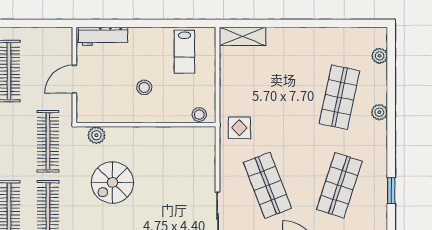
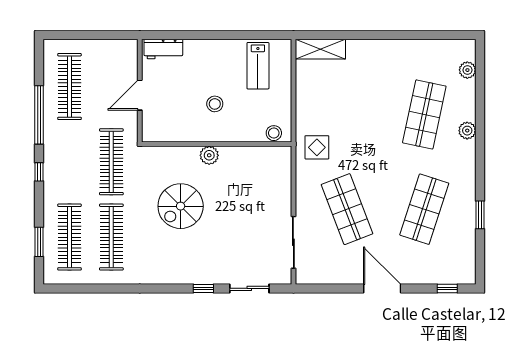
workbench: (103, 36) -> (163, 49), width x0.73
plant: (96, 135) -> (209, 155), moved

